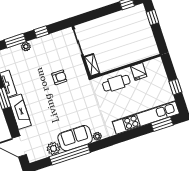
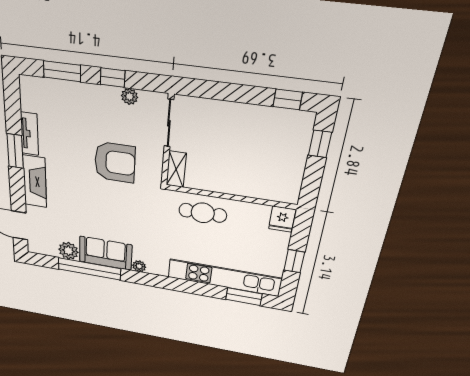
plant: (26, 47) -> (129, 96), moved
fridge: (139, 71) -> (282, 219), moved
armchair: (59, 77) -> (115, 162), width x1.88, depth x1.88

